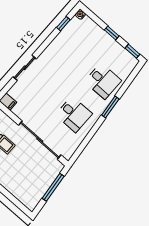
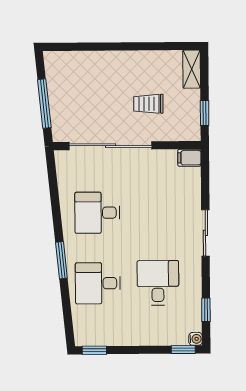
window: (112, 33) -> (183, 350), moved
desk: (75, 56) -> (158, 283), added
sliding door: (25, 68) -> (205, 233), moved

